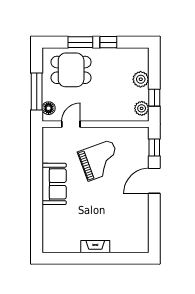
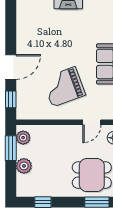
window: (80, 42) -> (97, 202), moved
window: (108, 42) -> (43, 202), moved
window: (154, 98) -> (11, 148), width x1.50

